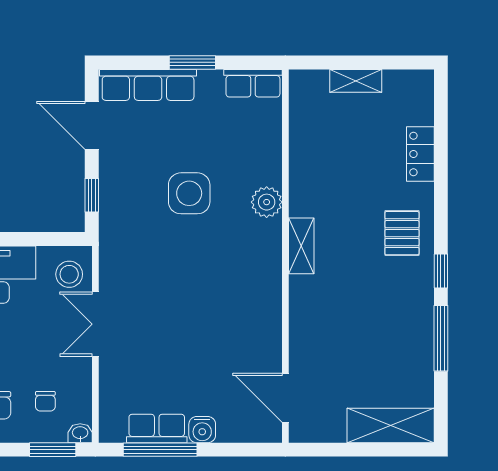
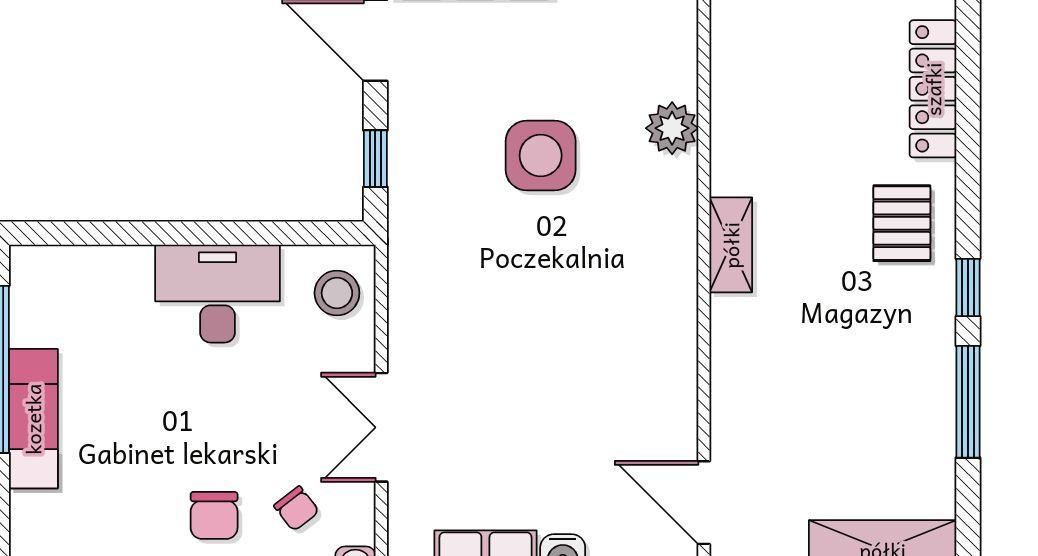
locker: (420, 154) -> (933, 89), width x1.53
plant: (267, 202) -> (672, 128), moved
double door: (95, 324) -> (381, 427), moved
chair: (45, 401) -> (297, 509), turned -38

